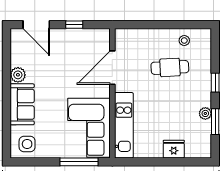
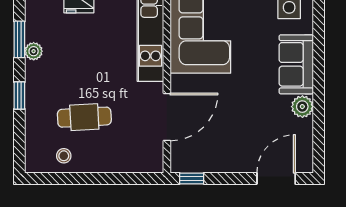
door: (36, 25) -> (276, 178), hinge flipped
window: (74, 25) -> (192, 178), moved

